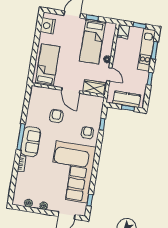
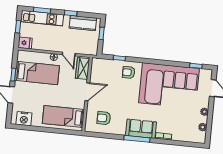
door: (109, 74) -> (69, 54), swing flipped
kitchen counter: (127, 99) -> (83, 23), moved, turned -90
armchair: (56, 116) -> (104, 118), moved

